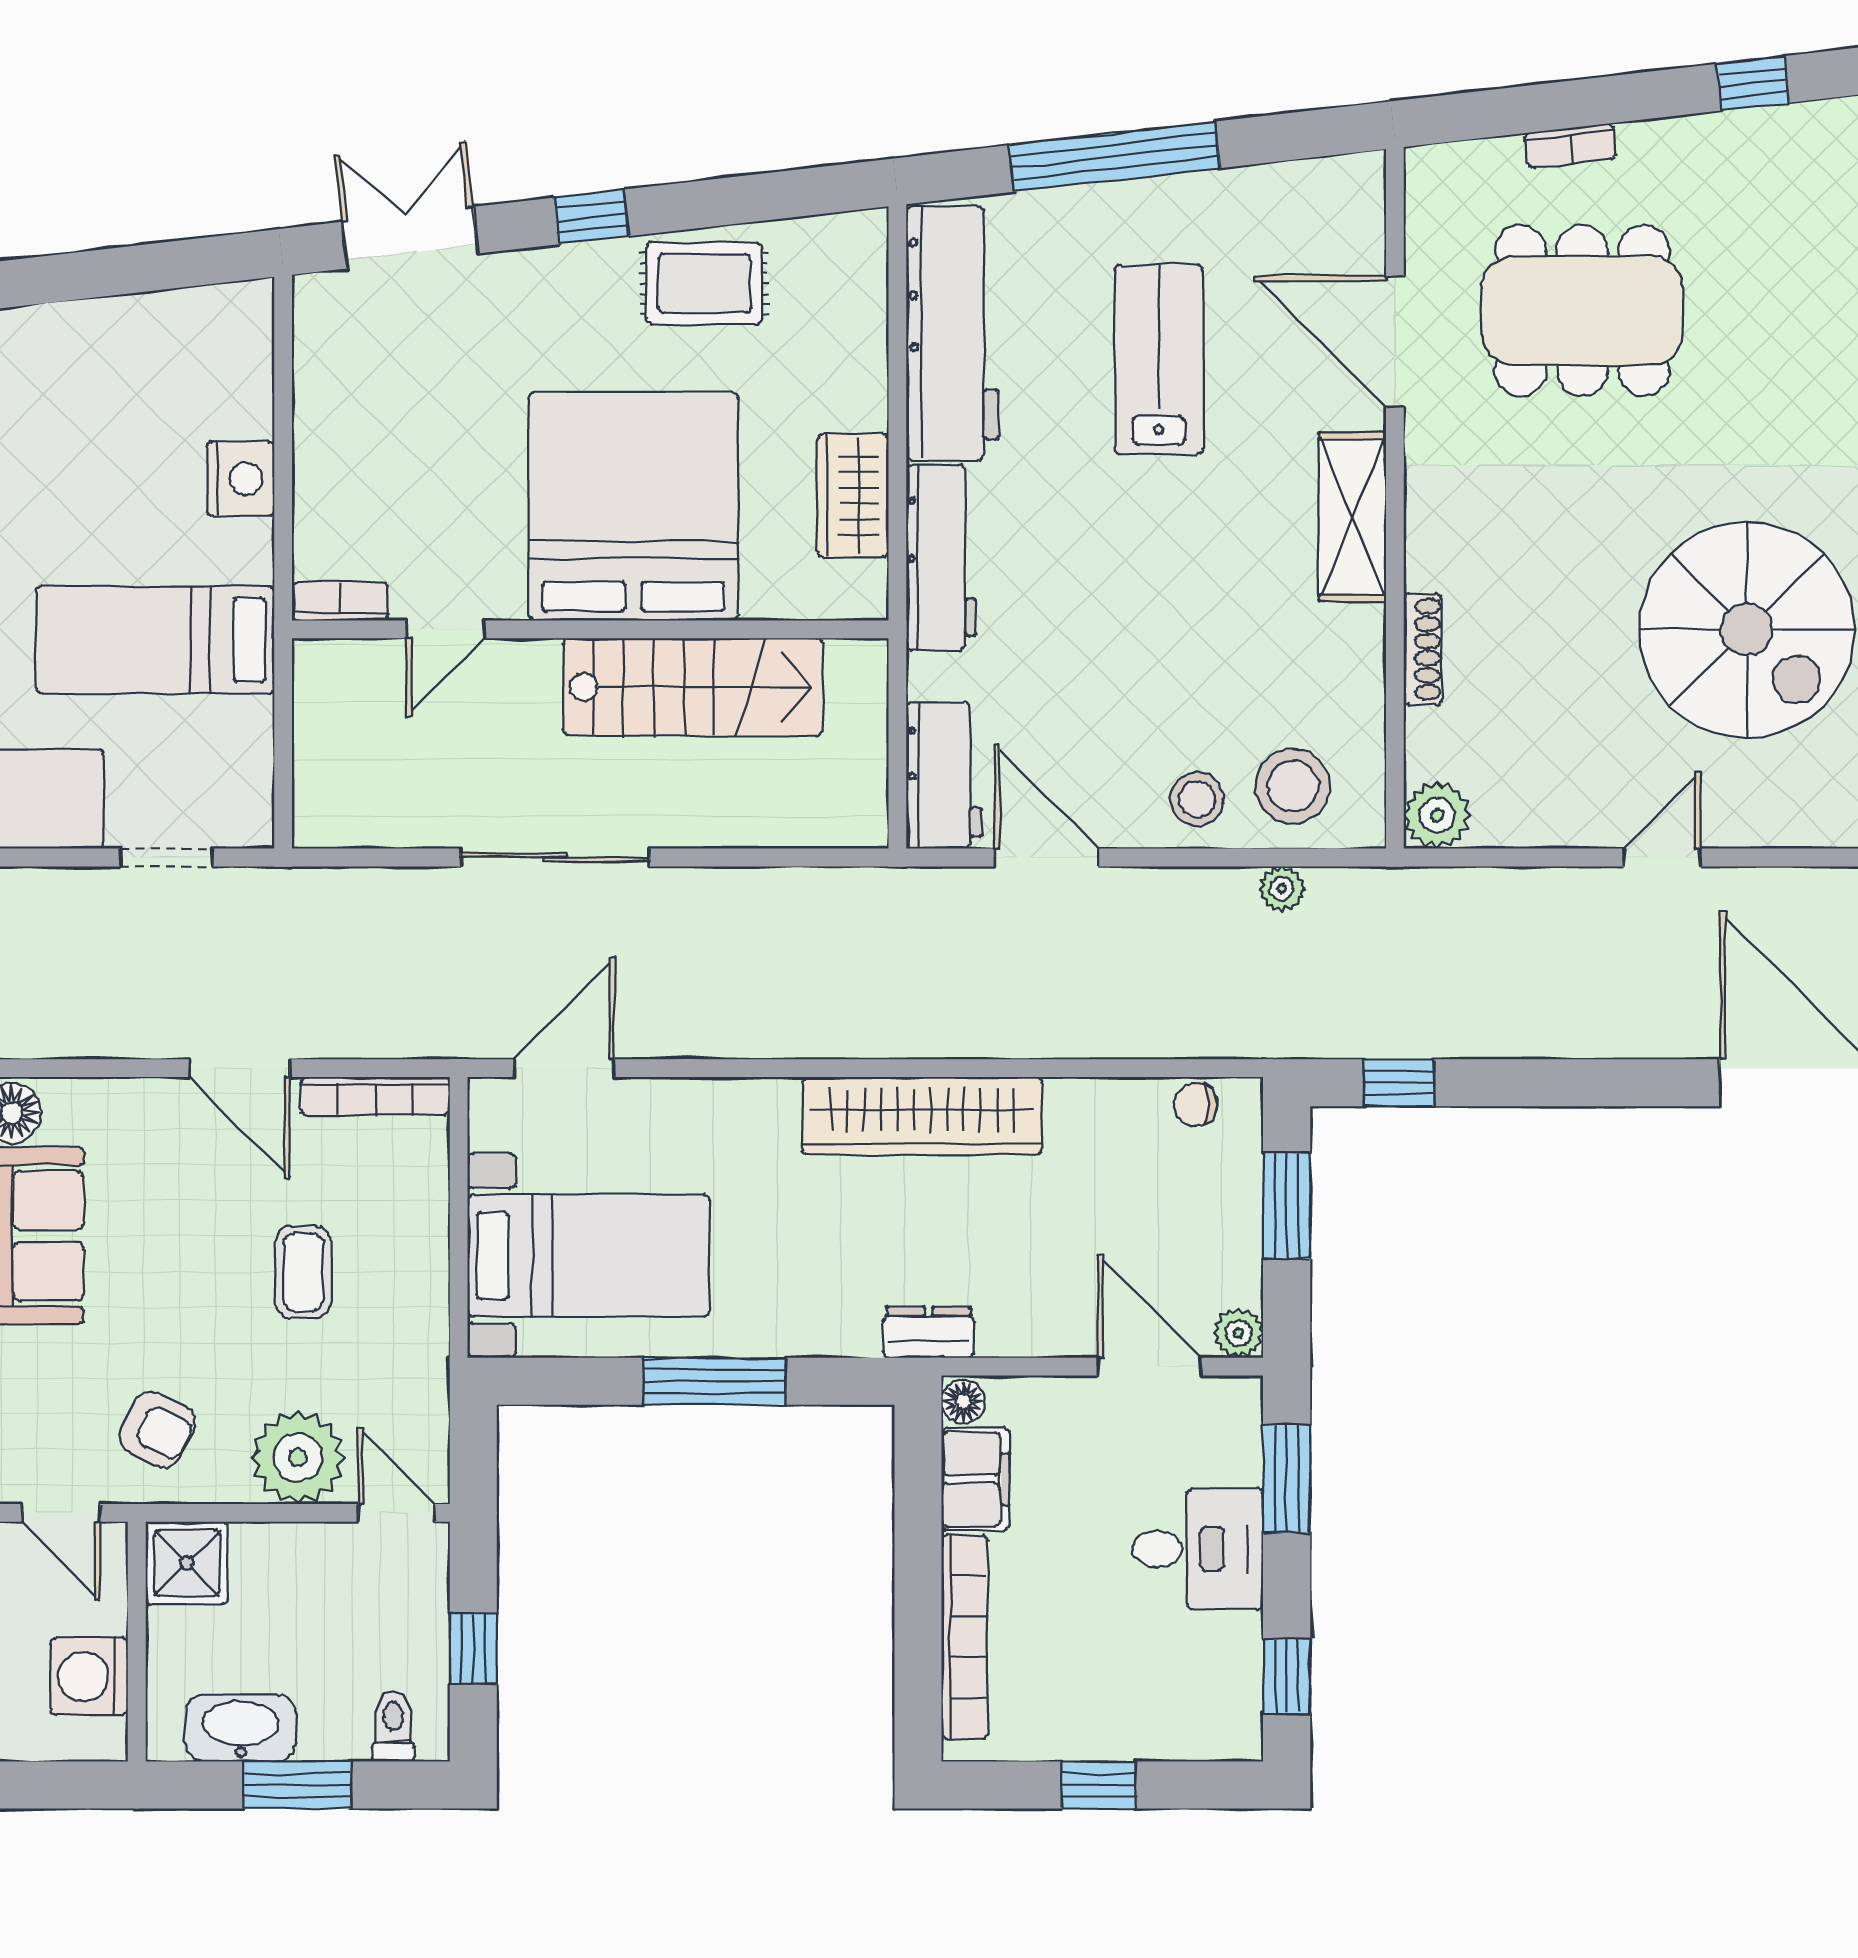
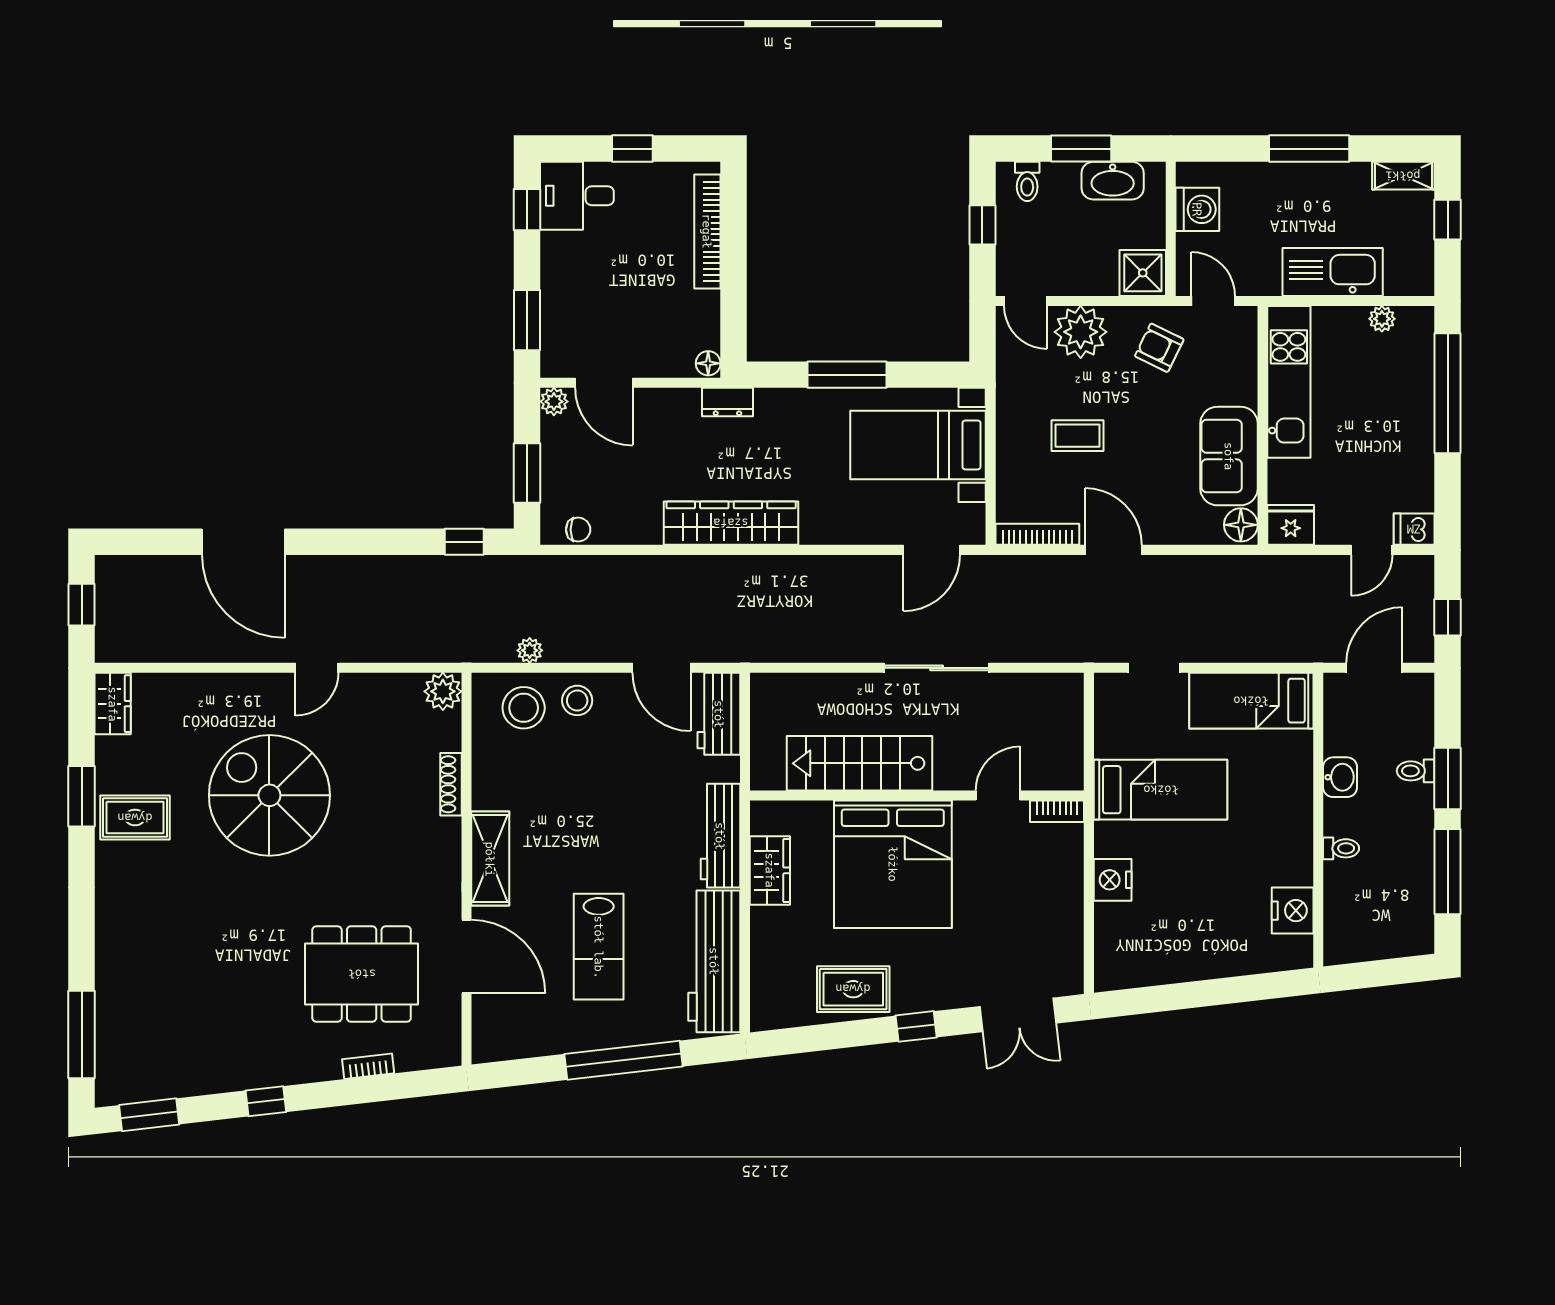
coffee table: (303, 1272) -> (1078, 436), turned 90
filing cabinet: (975, 1479) -> (701, 320), removed
desk: (1198, 1549) -> (577, 196), moved

